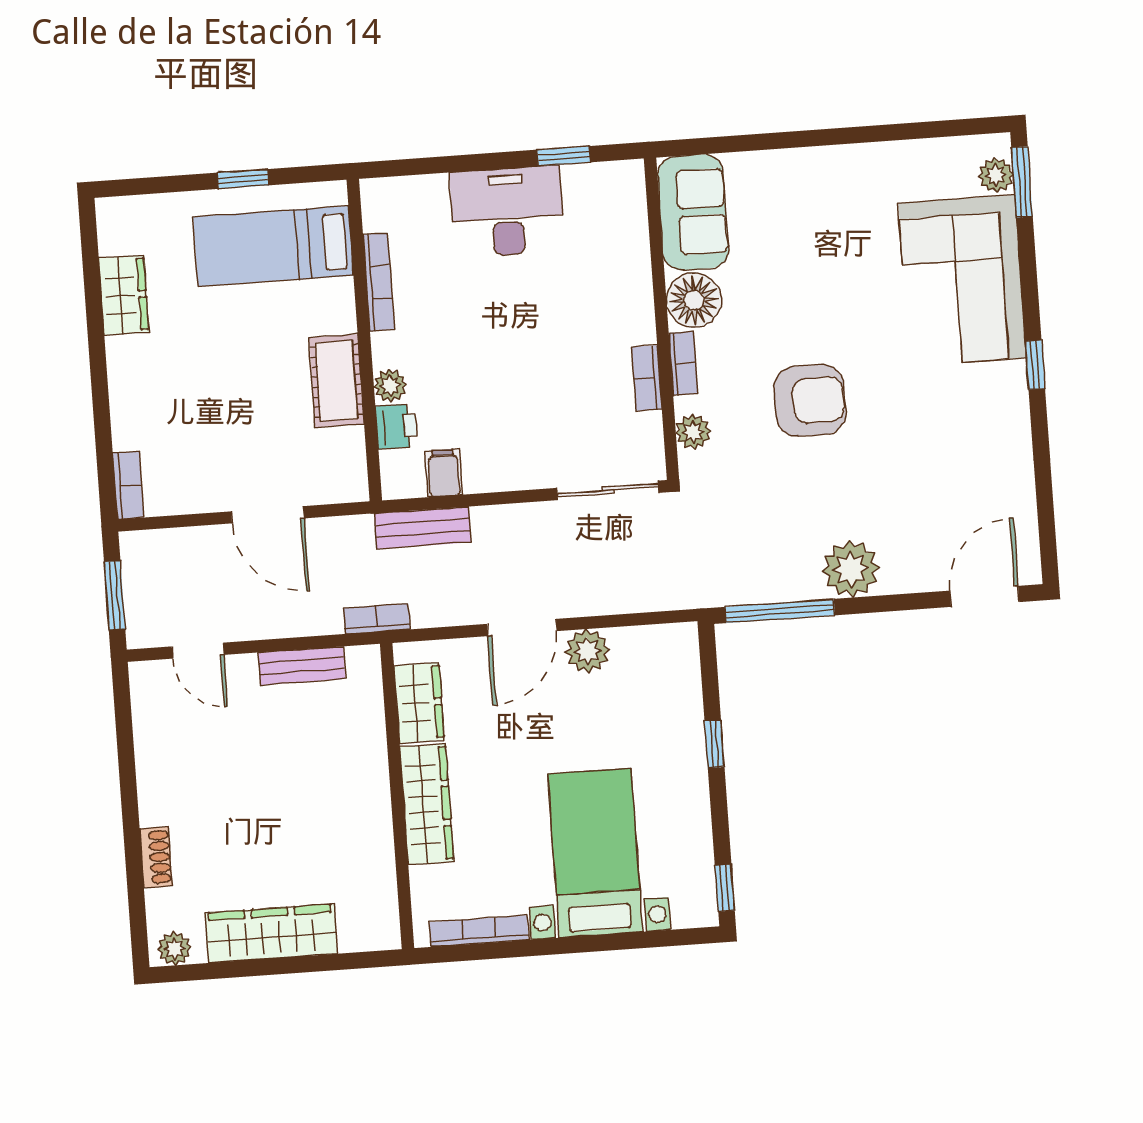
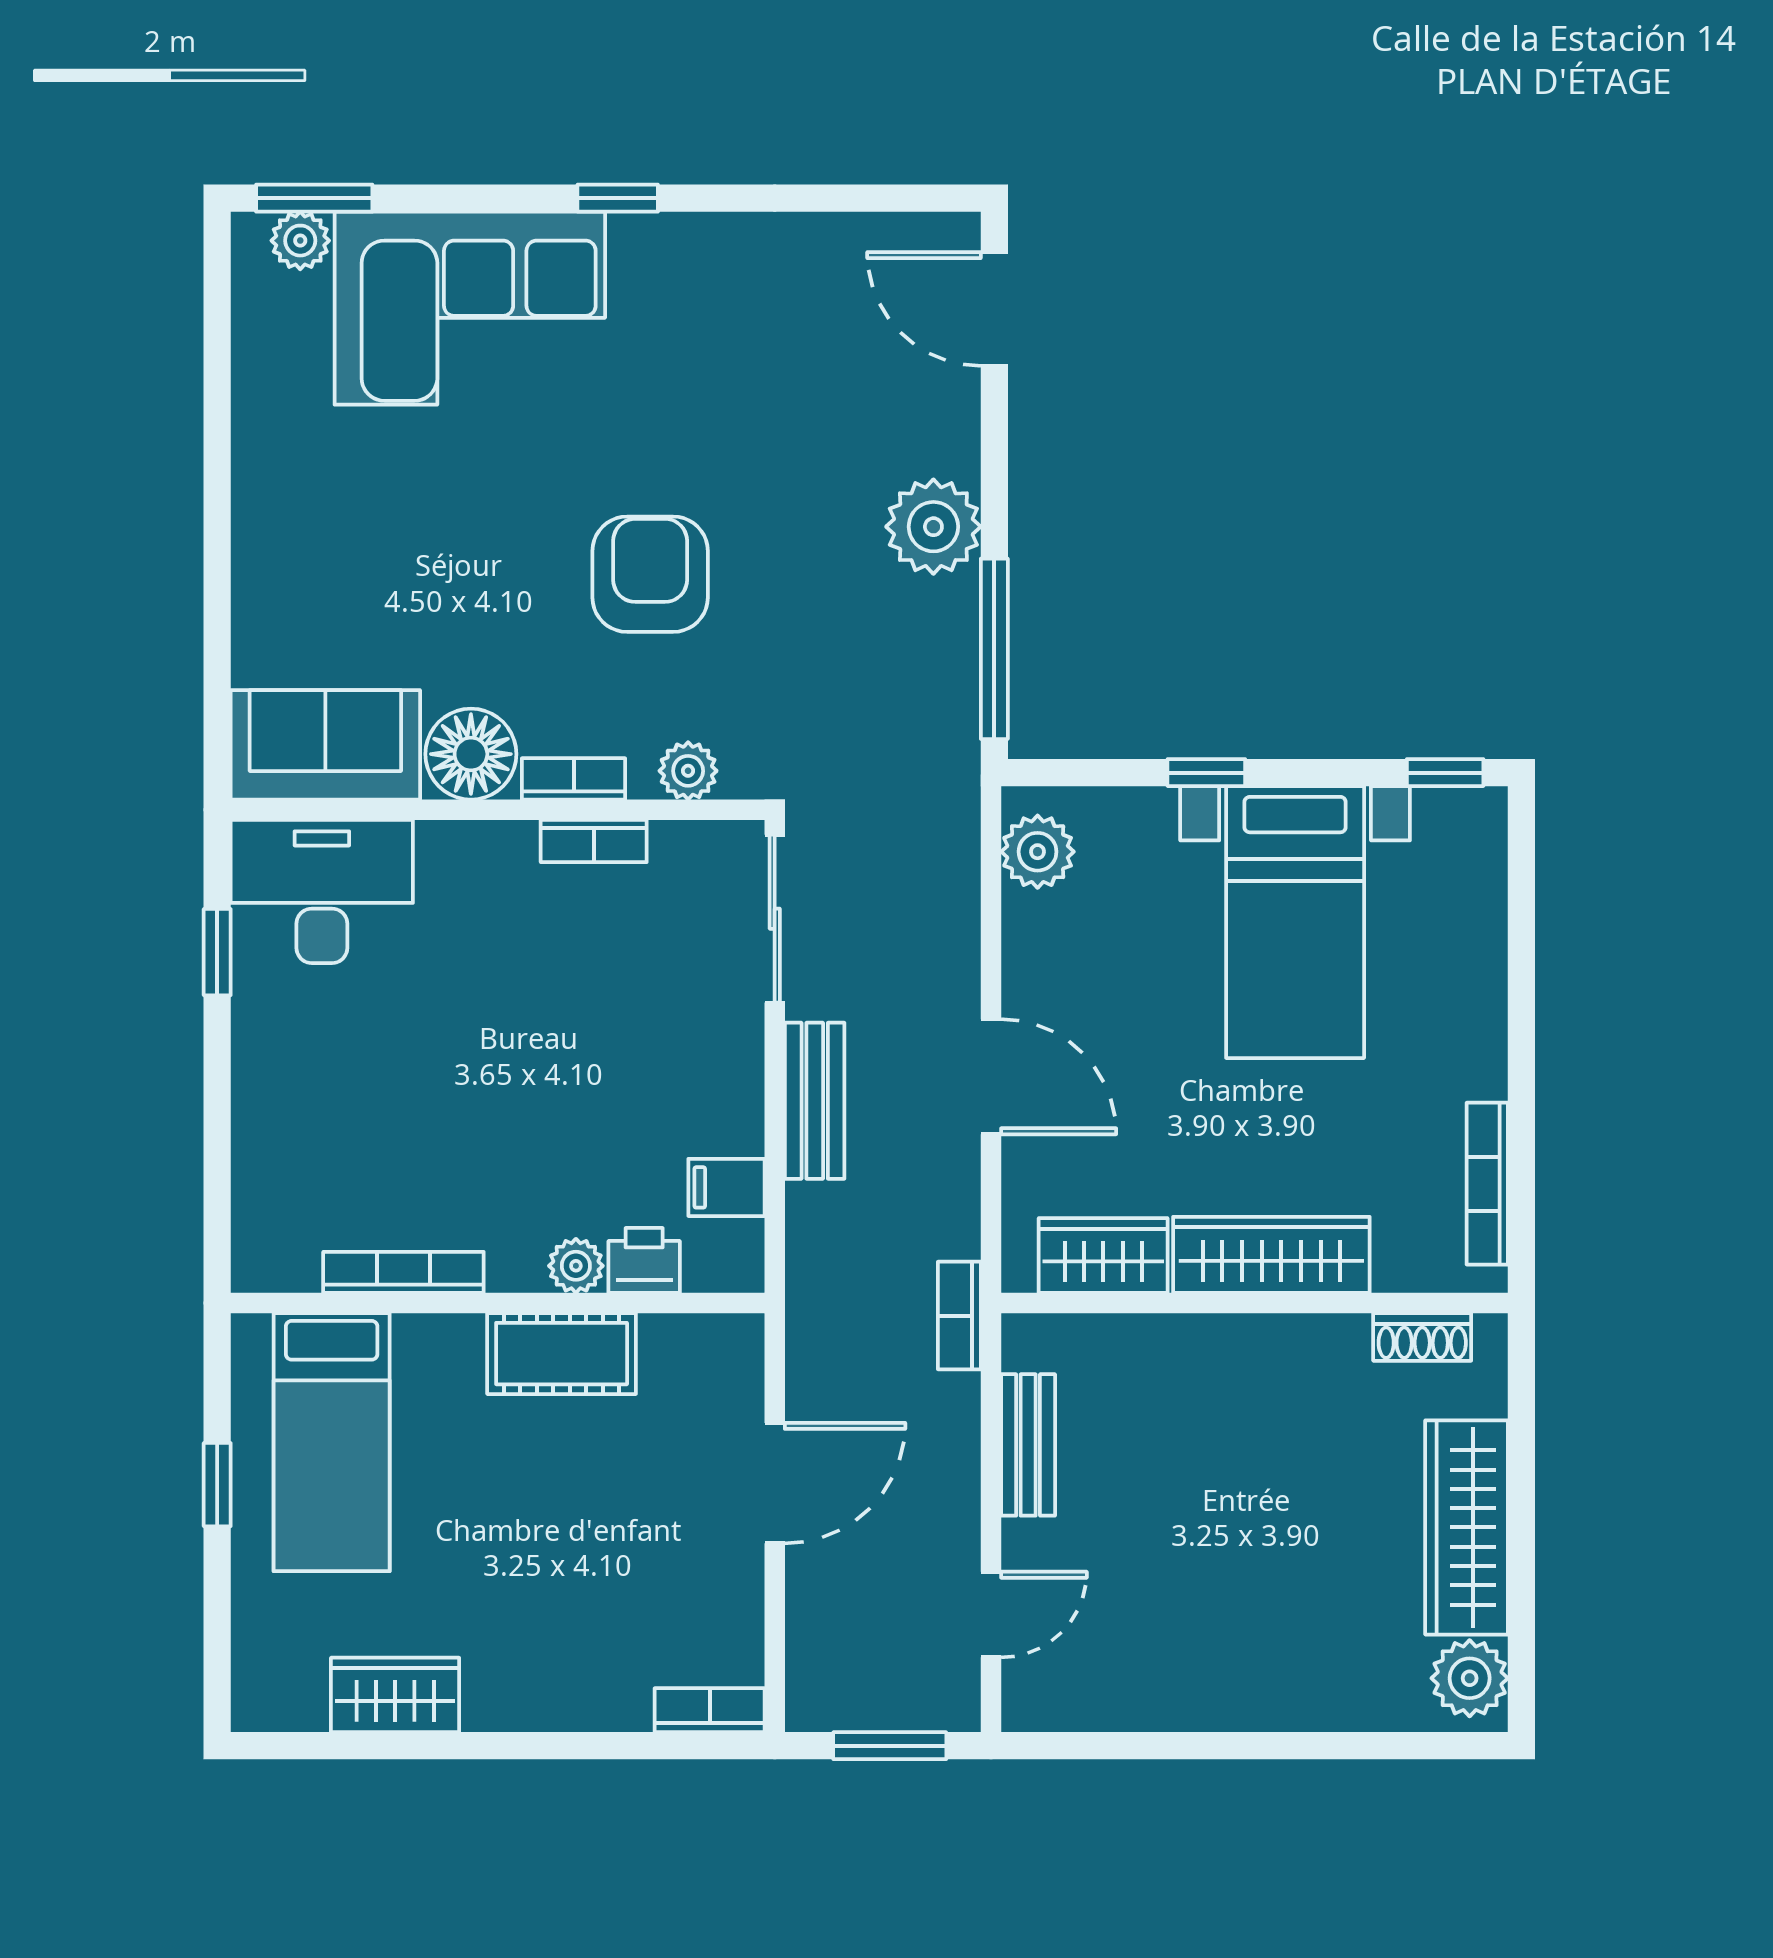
desk: (507, 212) -> (322, 891), moved, turned 90
bench: (423, 528) -> (815, 1101), moved
plant: (587, 651) -> (1038, 852), moved
bed with nightstands: (595, 853) -> (1295, 922), moved, turned -90
shoe rack: (156, 857) -> (1422, 1337), moved, turned 180
plant: (174, 949) -> (1470, 1678), width x1.38, depth x1.38

